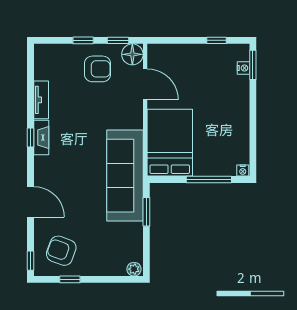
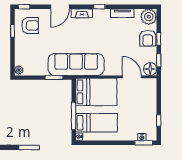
plant: (47, 57) -> (149, 17), added
armchair: (97, 69) -> (148, 38), moved
door: (145, 84) -> (132, 77), swing flipped
fireplace: (41, 138) -> (82, 13), moved
bed: (220, 142) -> (96, 123), added
armchair: (61, 251) -> (30, 26), turned 70

